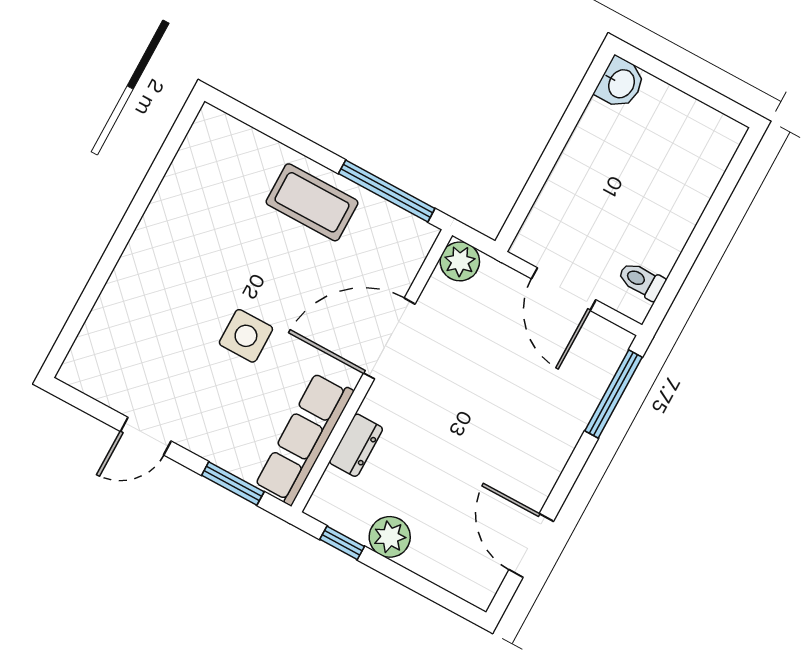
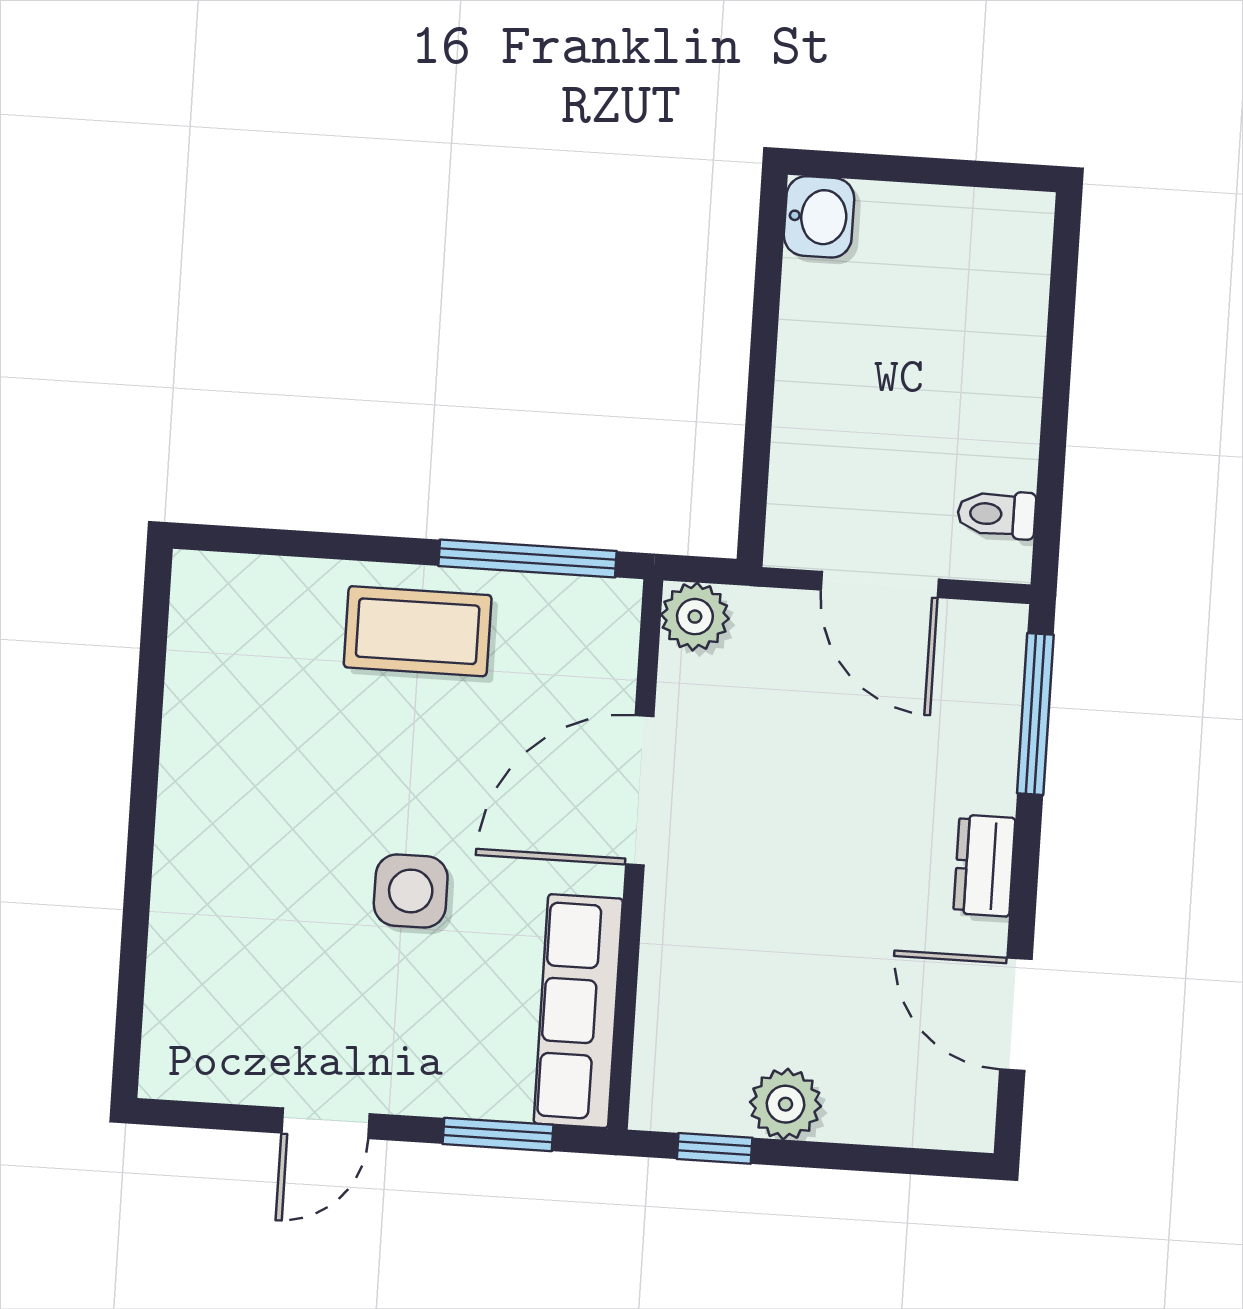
dresser: (356, 445) -> (984, 866), moved, turned 180

